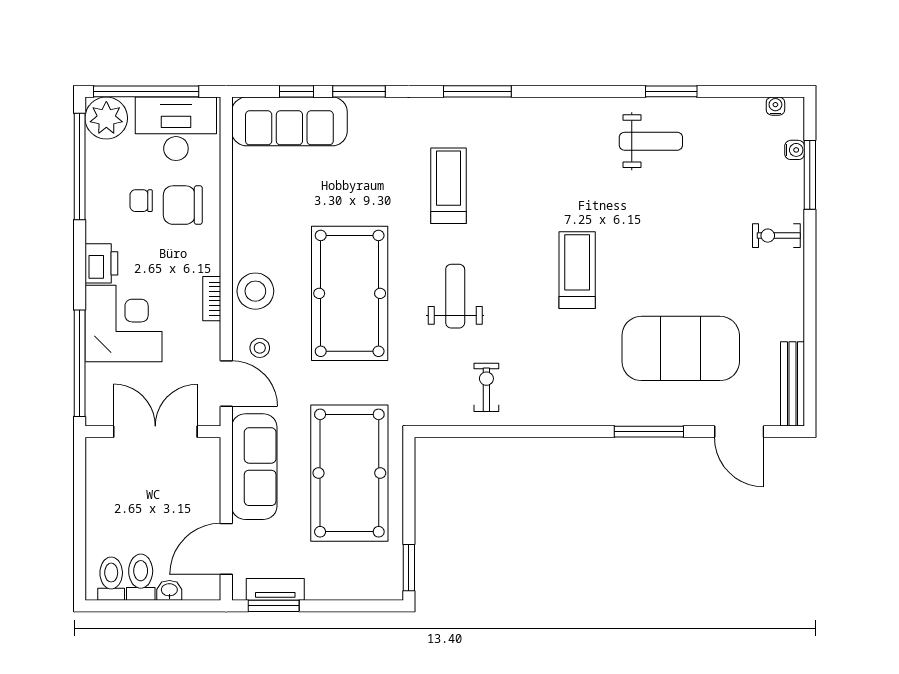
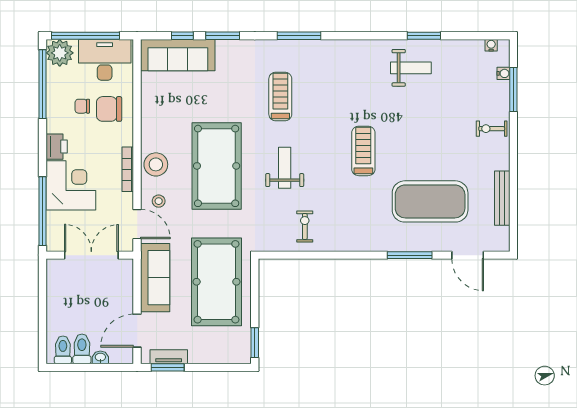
bookcase: (212, 299) -> (128, 169), width x1.56
bench: (792, 384) -> (502, 198), moved

